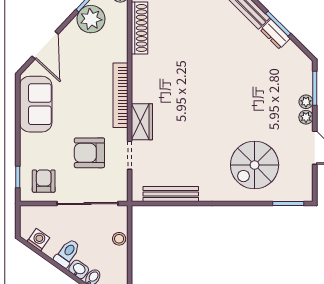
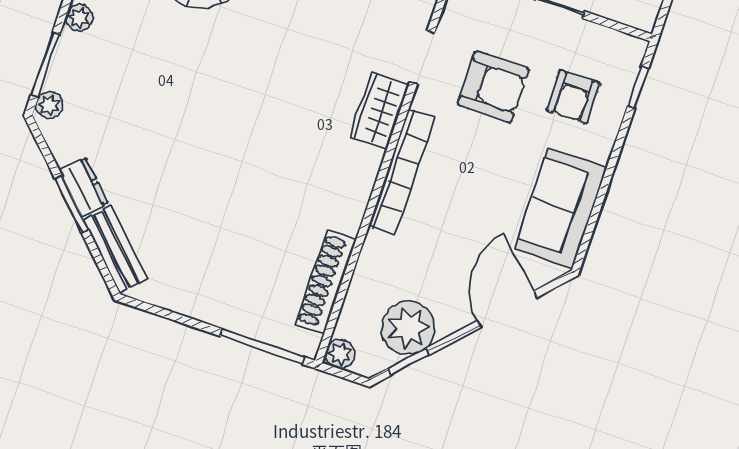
plant: (306, 102) -> (49, 105), moved
armchair: (44, 181) -> (573, 97), moved

